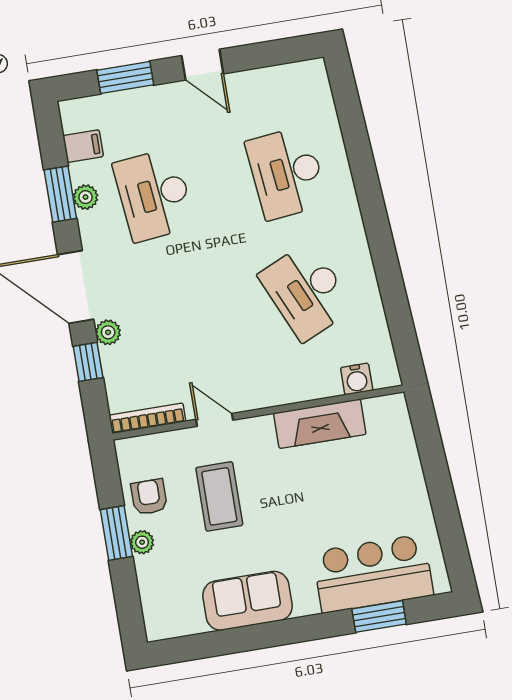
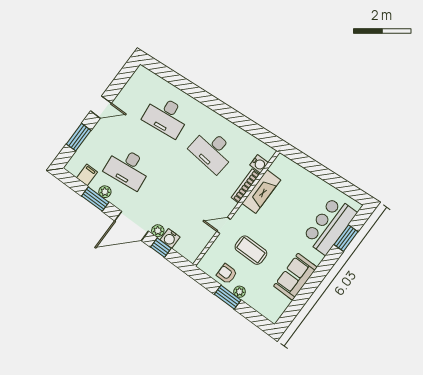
desk: (306, 292) -> (212, 151), turned 30
water cooler: (115, 362) -> (170, 238), added
bookcase: (147, 418) -> (245, 186), moved

